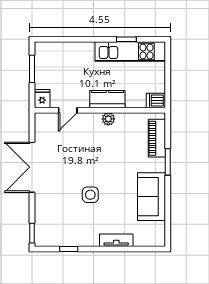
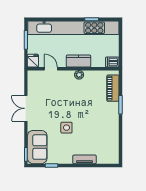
kitchen unit: (130, 51) -> (73, 28), width x1.86
door: (68, 110) -> (51, 69), swing flipped
double door: (32, 167) -> (26, 108), width x0.73
sofa: (151, 197) -> (37, 147), moved, turned 180

